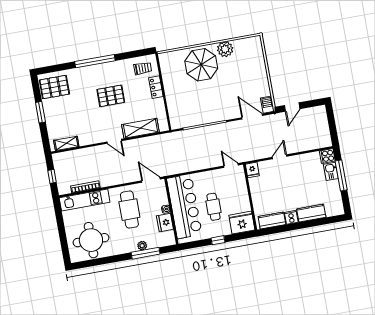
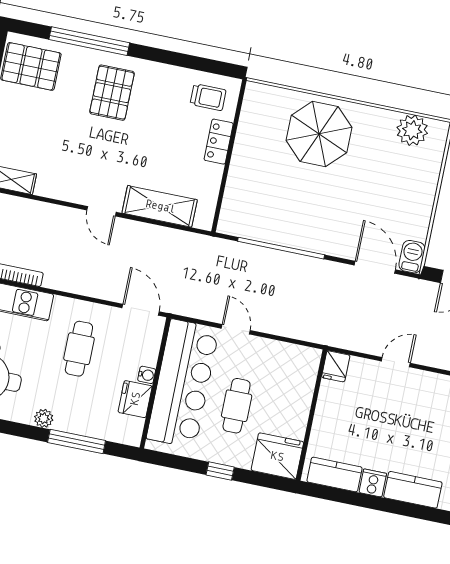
plant: (225, 49) -> (412, 130), moved
window: (95, 61) -> (89, 41), moved
pallet: (111, 96) -> (112, 93), moved, turned 90
door: (231, 166) -> (236, 329), moved
cafe table: (129, 210) -> (79, 349), width x0.73, depth x0.74
plant: (142, 246) -> (44, 418), moved

